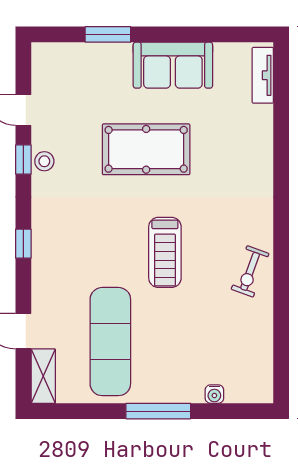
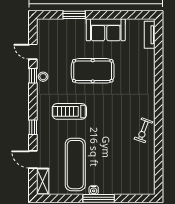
window: (23, 244) -> (33, 127), moved
treadmill: (165, 252) -> (69, 111), moved, turned 90
water cooler: (214, 394) -> (94, 190), moved

